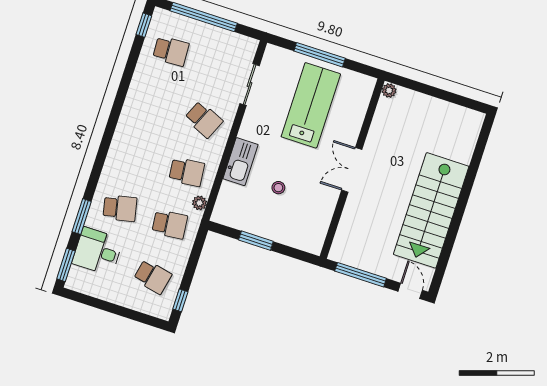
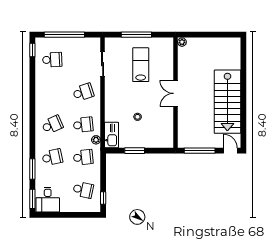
lab bench: (311, 105) -> (141, 65), width x0.73, depth x0.72
school desk: (204, 120) -> (83, 92), turned -42
school desk: (137, 156) -> (52, 125), added
kitchen sink: (241, 162) -> (112, 135), moved
desk: (98, 251) -> (48, 200), moved, turned -90

